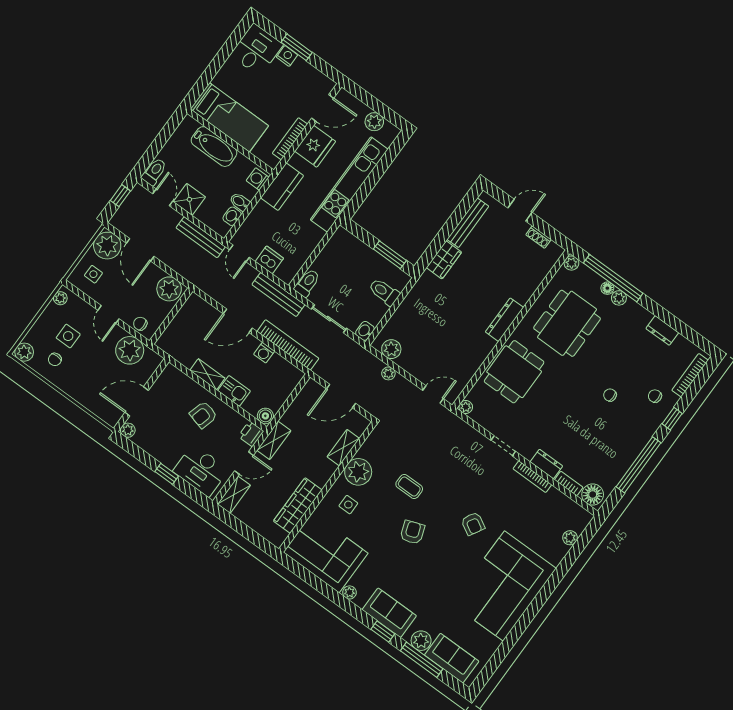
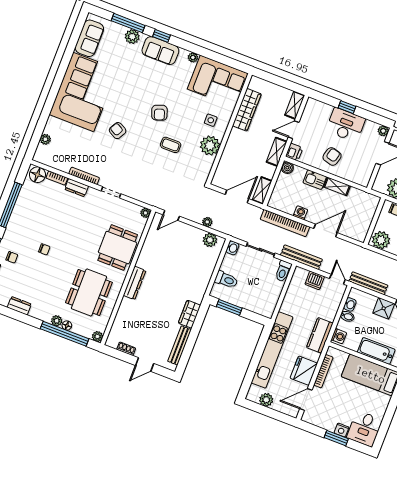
shelving: (343, 448) -> (262, 190), moved
desk: (201, 470) -> (346, 125), moved
sofa: (452, 658) -> (89, 38), moved, turned -90

